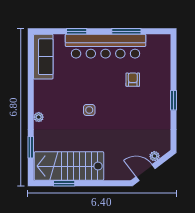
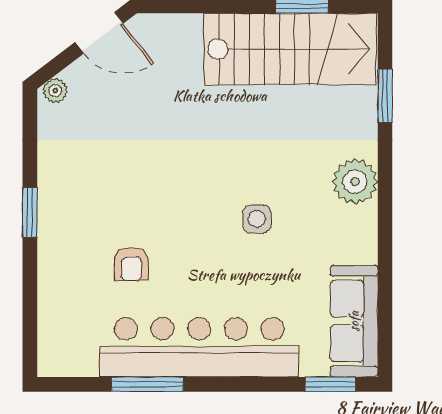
window: (77, 31) -> (330, 384), moved
side table: (89, 110) -> (257, 219), moved
plant: (39, 117) -> (355, 182), width x1.88, depth x1.88
plant: (154, 156) -> (55, 91), moved

